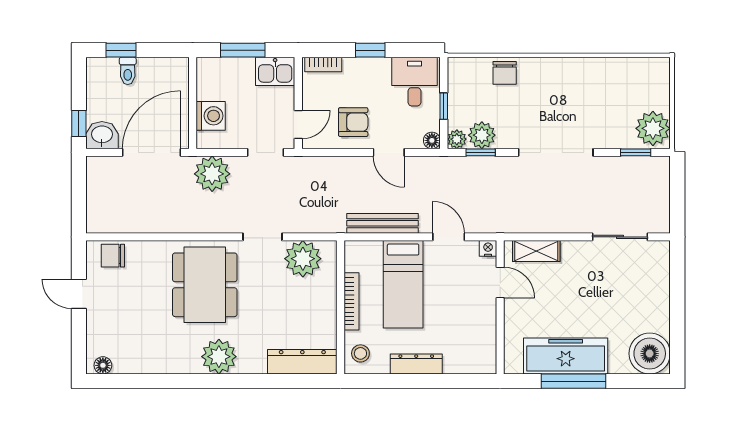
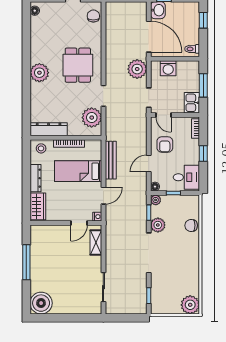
toilet: (128, 71) -> (192, 49), moved
plant: (653, 128) -> (190, 305), moved
plant: (482, 135) -> (158, 225), moved
dining table: (205, 285) -> (78, 65), width x0.73
freezer: (566, 356) -> (40, 258), removed
wardrobe: (469, 360) -> (38, 206), added
dresser: (302, 362) -> (49, 129), moved, turned -90

